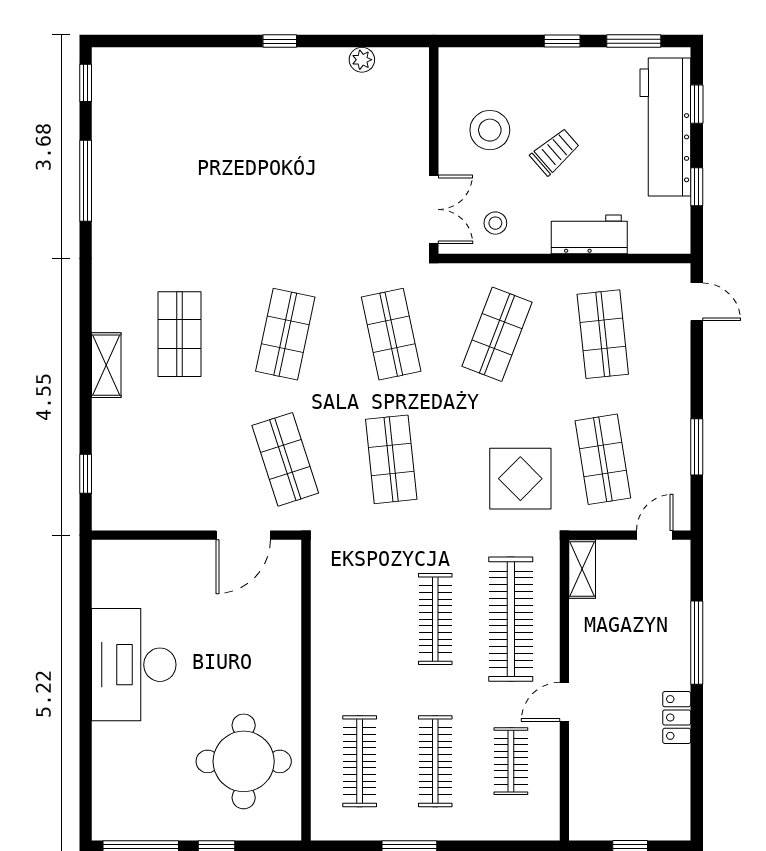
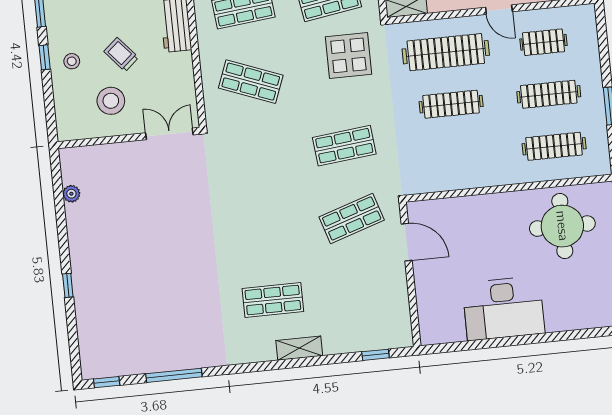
window: (280, 41) -> (68, 285), moved
stool: (495, 223) -> (72, 61), moved
shop shelf: (285, 334) -> (266, 227), removed
shop shelf: (391, 334) -> (258, 154), removed

